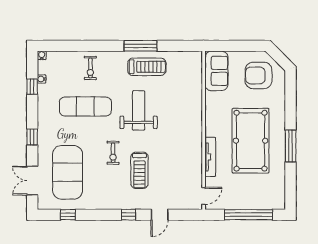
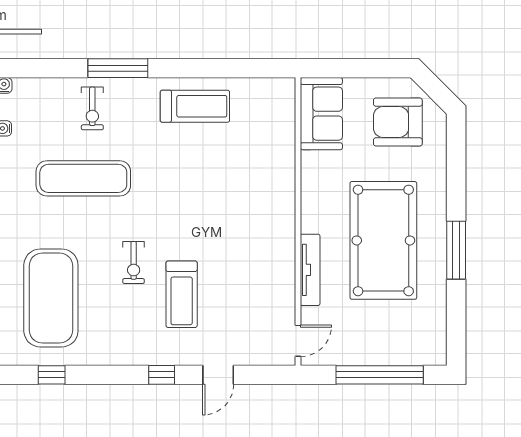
window: (140, 46) -> (118, 68), moved
weight bench: (139, 110) -> (180, 186), removed

